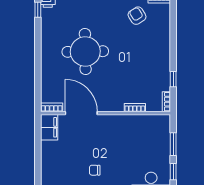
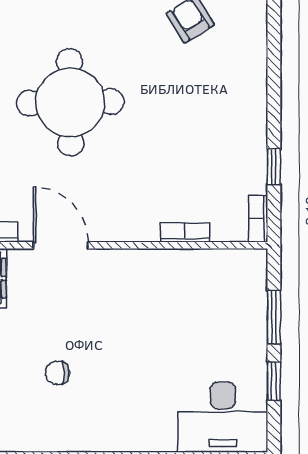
door: (81, 113) -> (61, 245), width x0.73
chair: (95, 170) -> (57, 373), moved

